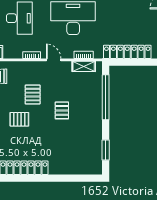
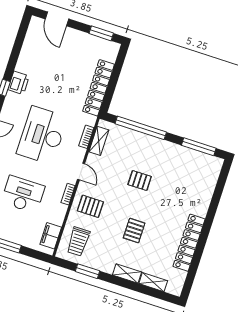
door: (54, 60) -> (81, 172), swing flipped
pallet: (33, 95) -> (90, 206), moved
window: (106, 150) -> (199, 147), width x1.44

